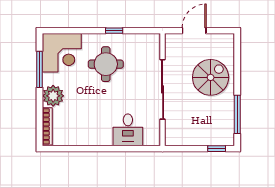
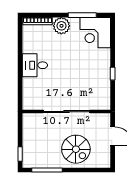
round table: (106, 64) -> (86, 67), removed
desk: (128, 130) -> (35, 65), moved

